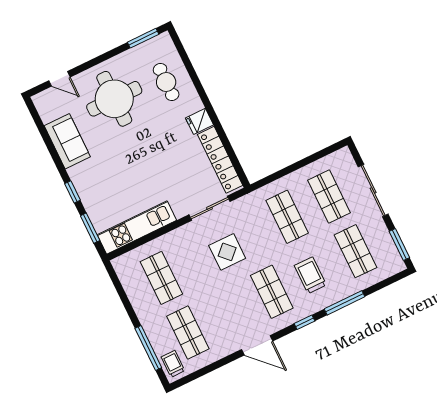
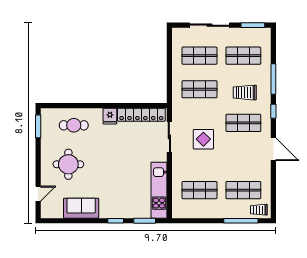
round table: (114, 99) -> (68, 164), width x0.73, depth x0.73
door: (257, 345) -> (273, 149), hinge flipped

